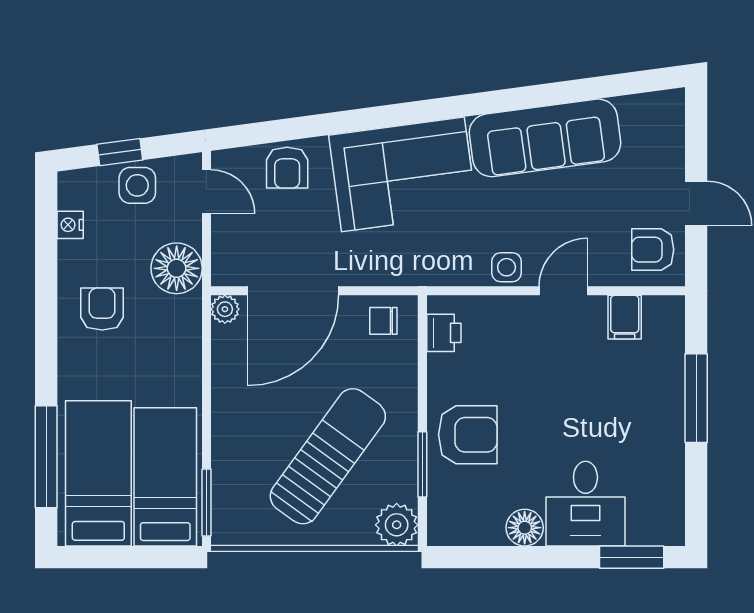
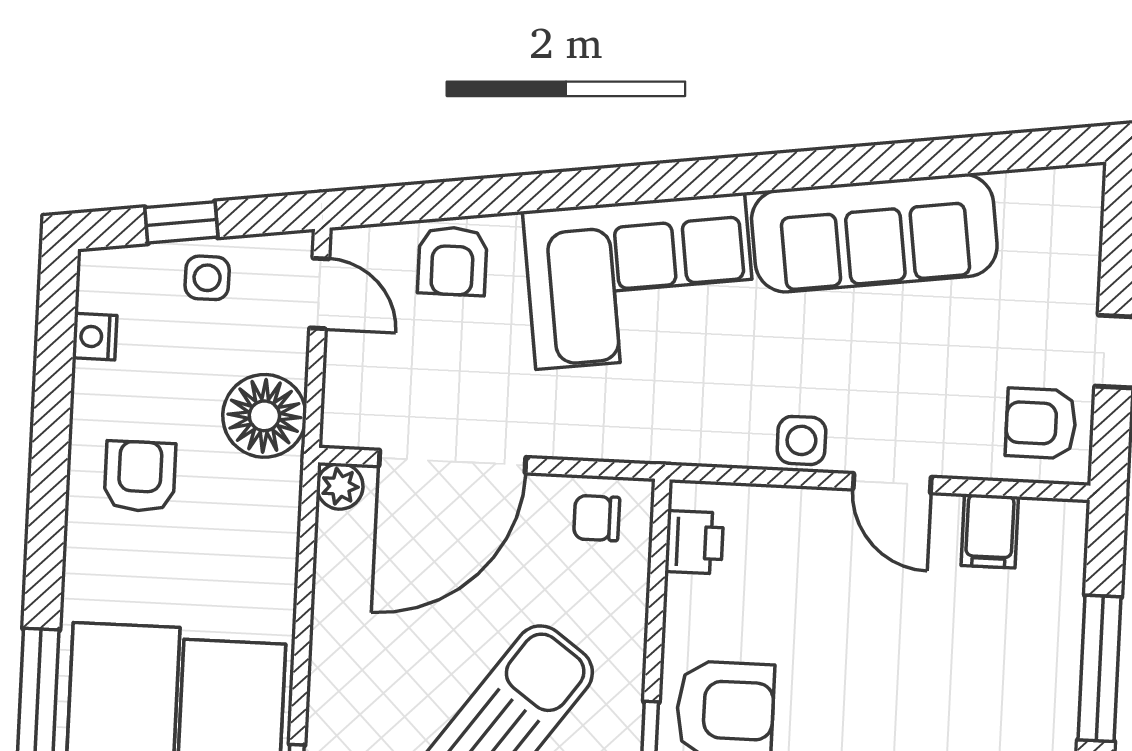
side table: (137, 185) -> (207, 278), width x0.73, depth x0.73
door: (563, 291) -> (892, 483), swing flipped

